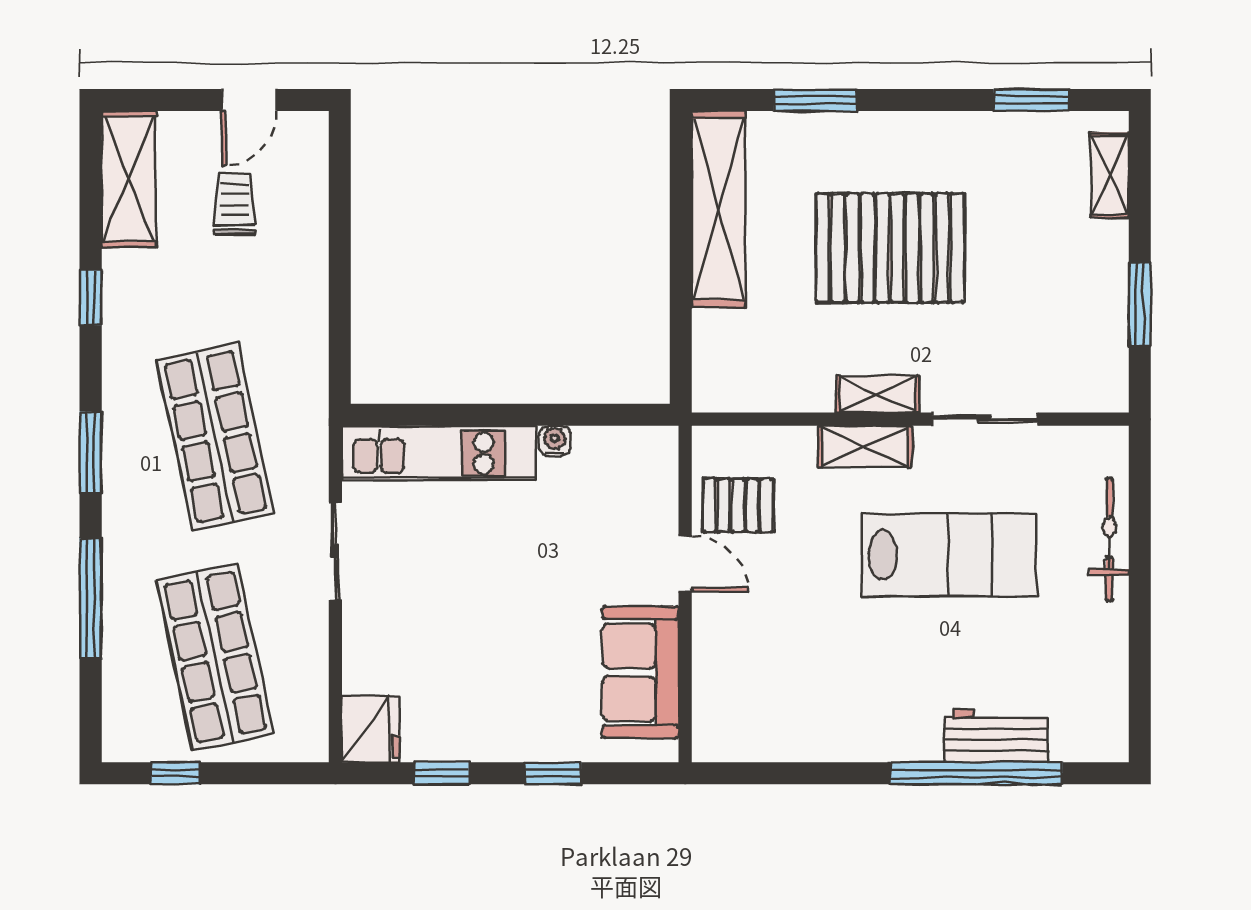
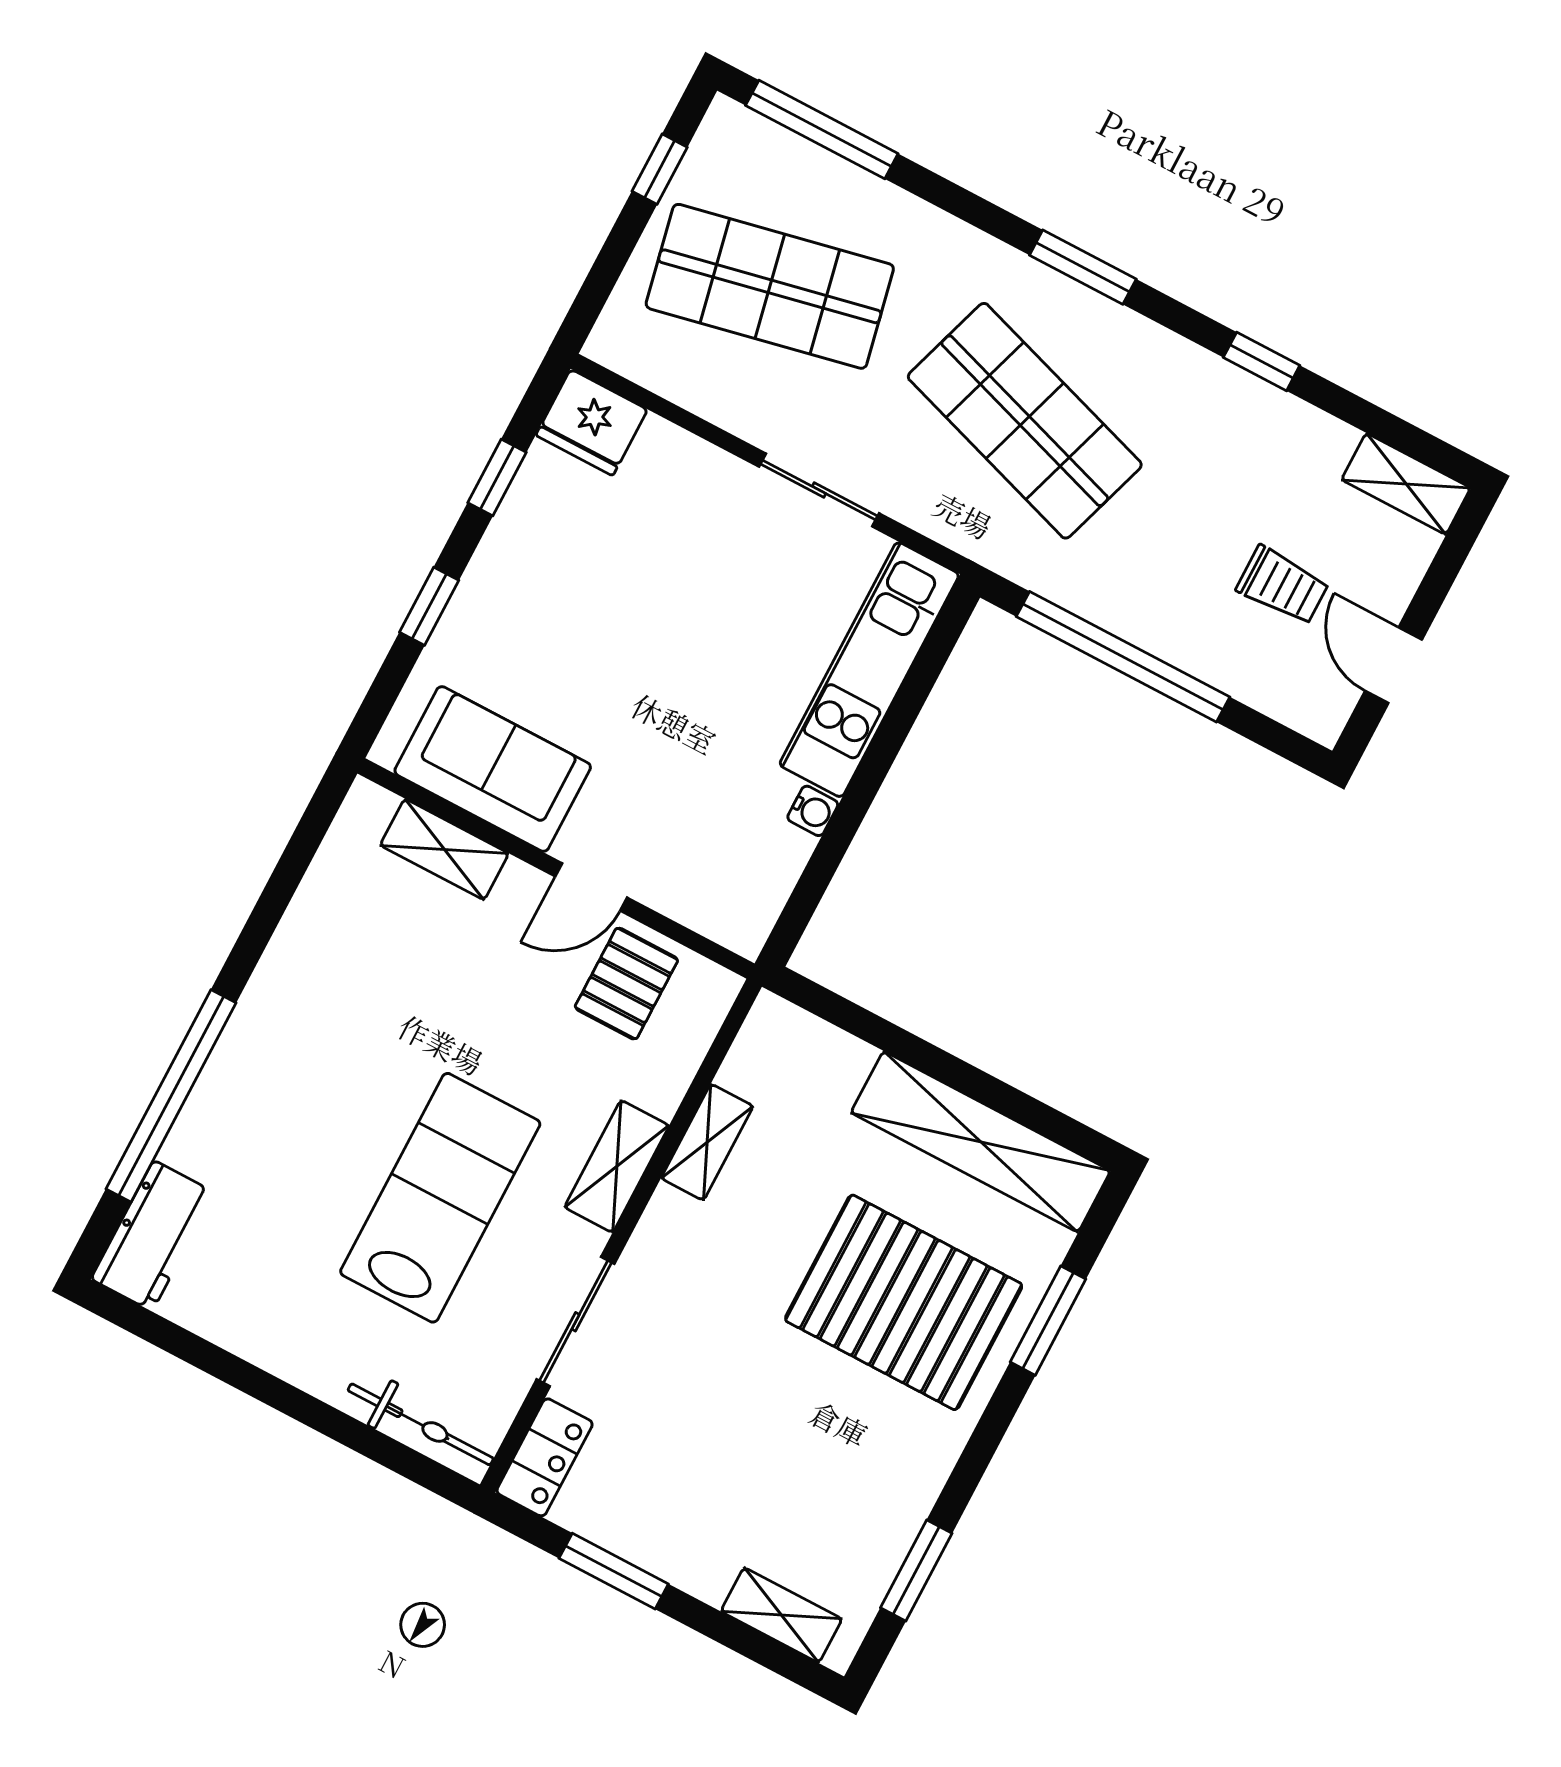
shelving: (129, 179) -> (1406, 484), width x0.67, depth x0.75
pallet: (890, 248) -> (904, 1302), moved, turned 90
window: (340, 286) -> (1123, 657), added
locker: (1088, 392) -> (545, 1457), added
shelving: (878, 394) -> (707, 1142), moved
shop shelf: (215, 437) -> (1025, 421), turned 30
bicycle: (1109, 539) -> (421, 1424), moved
lab bench: (949, 555) -> (440, 1198), turned 180
window: (91, 598) -> (822, 130), moved
shelving: (712, 676) -> (444, 849), added
workbench: (996, 736) -> (153, 1236), moved

